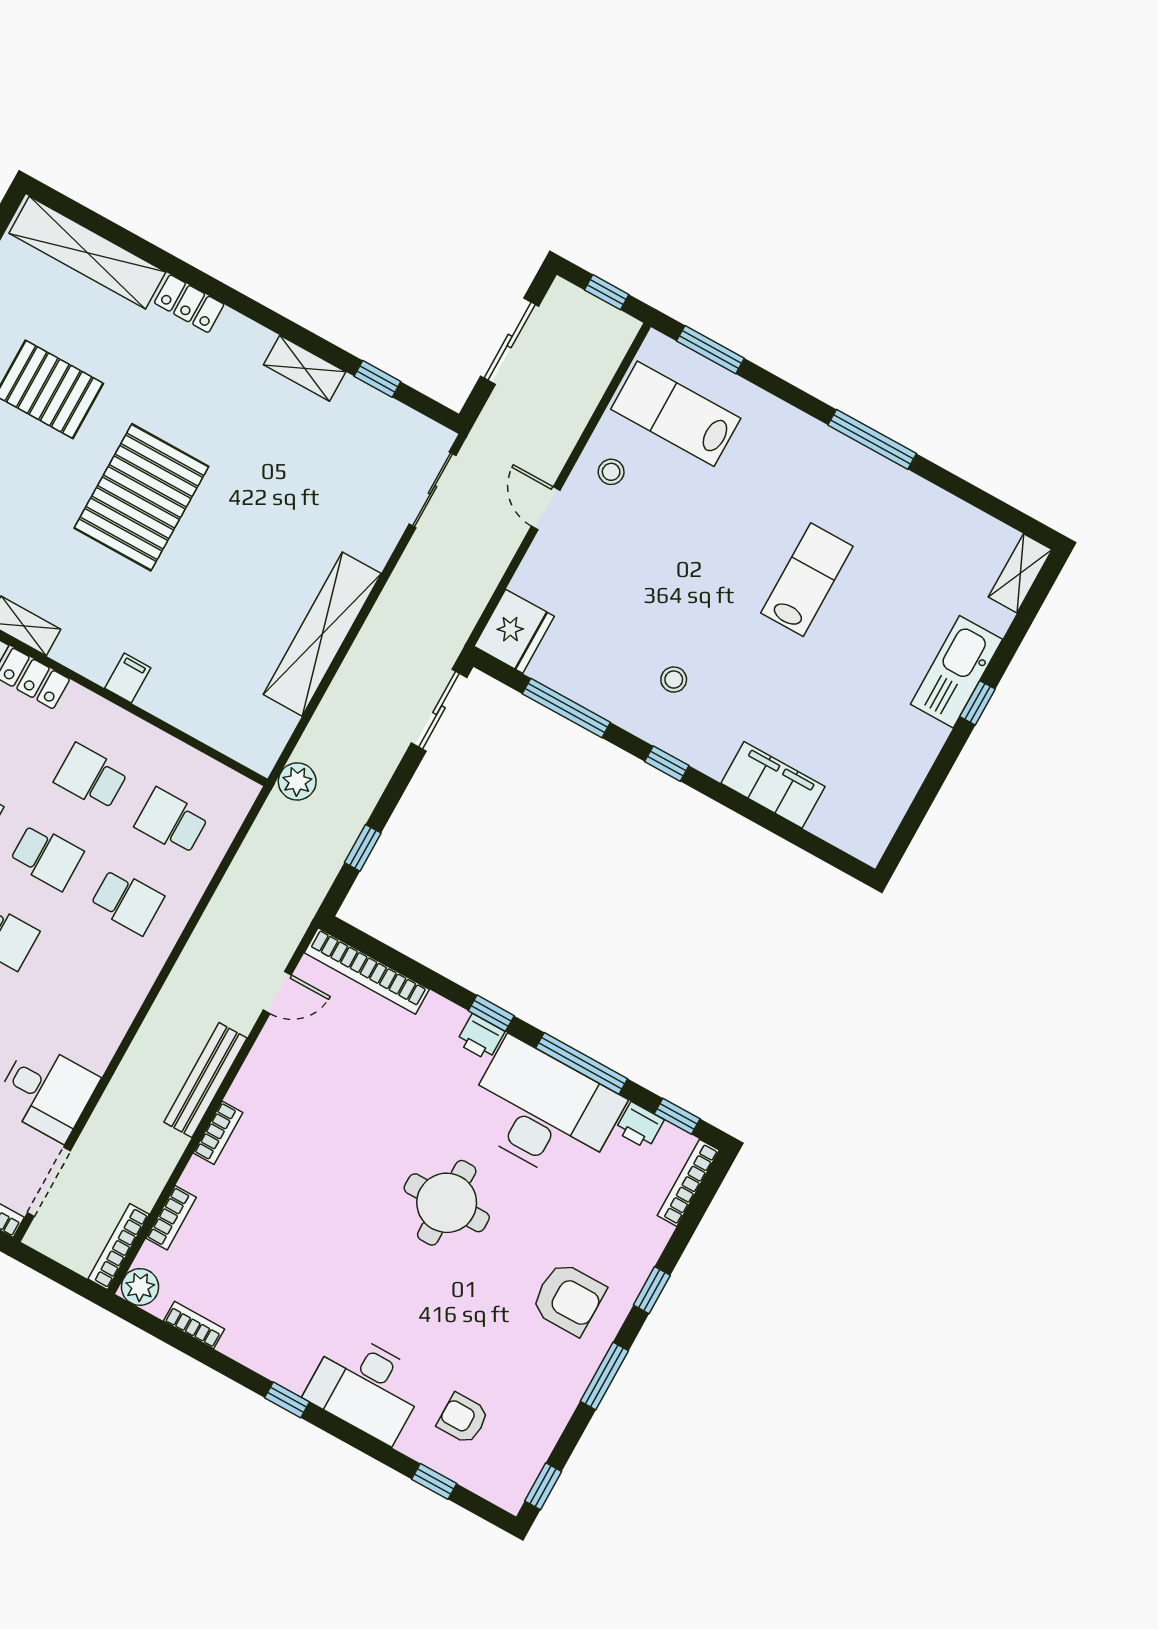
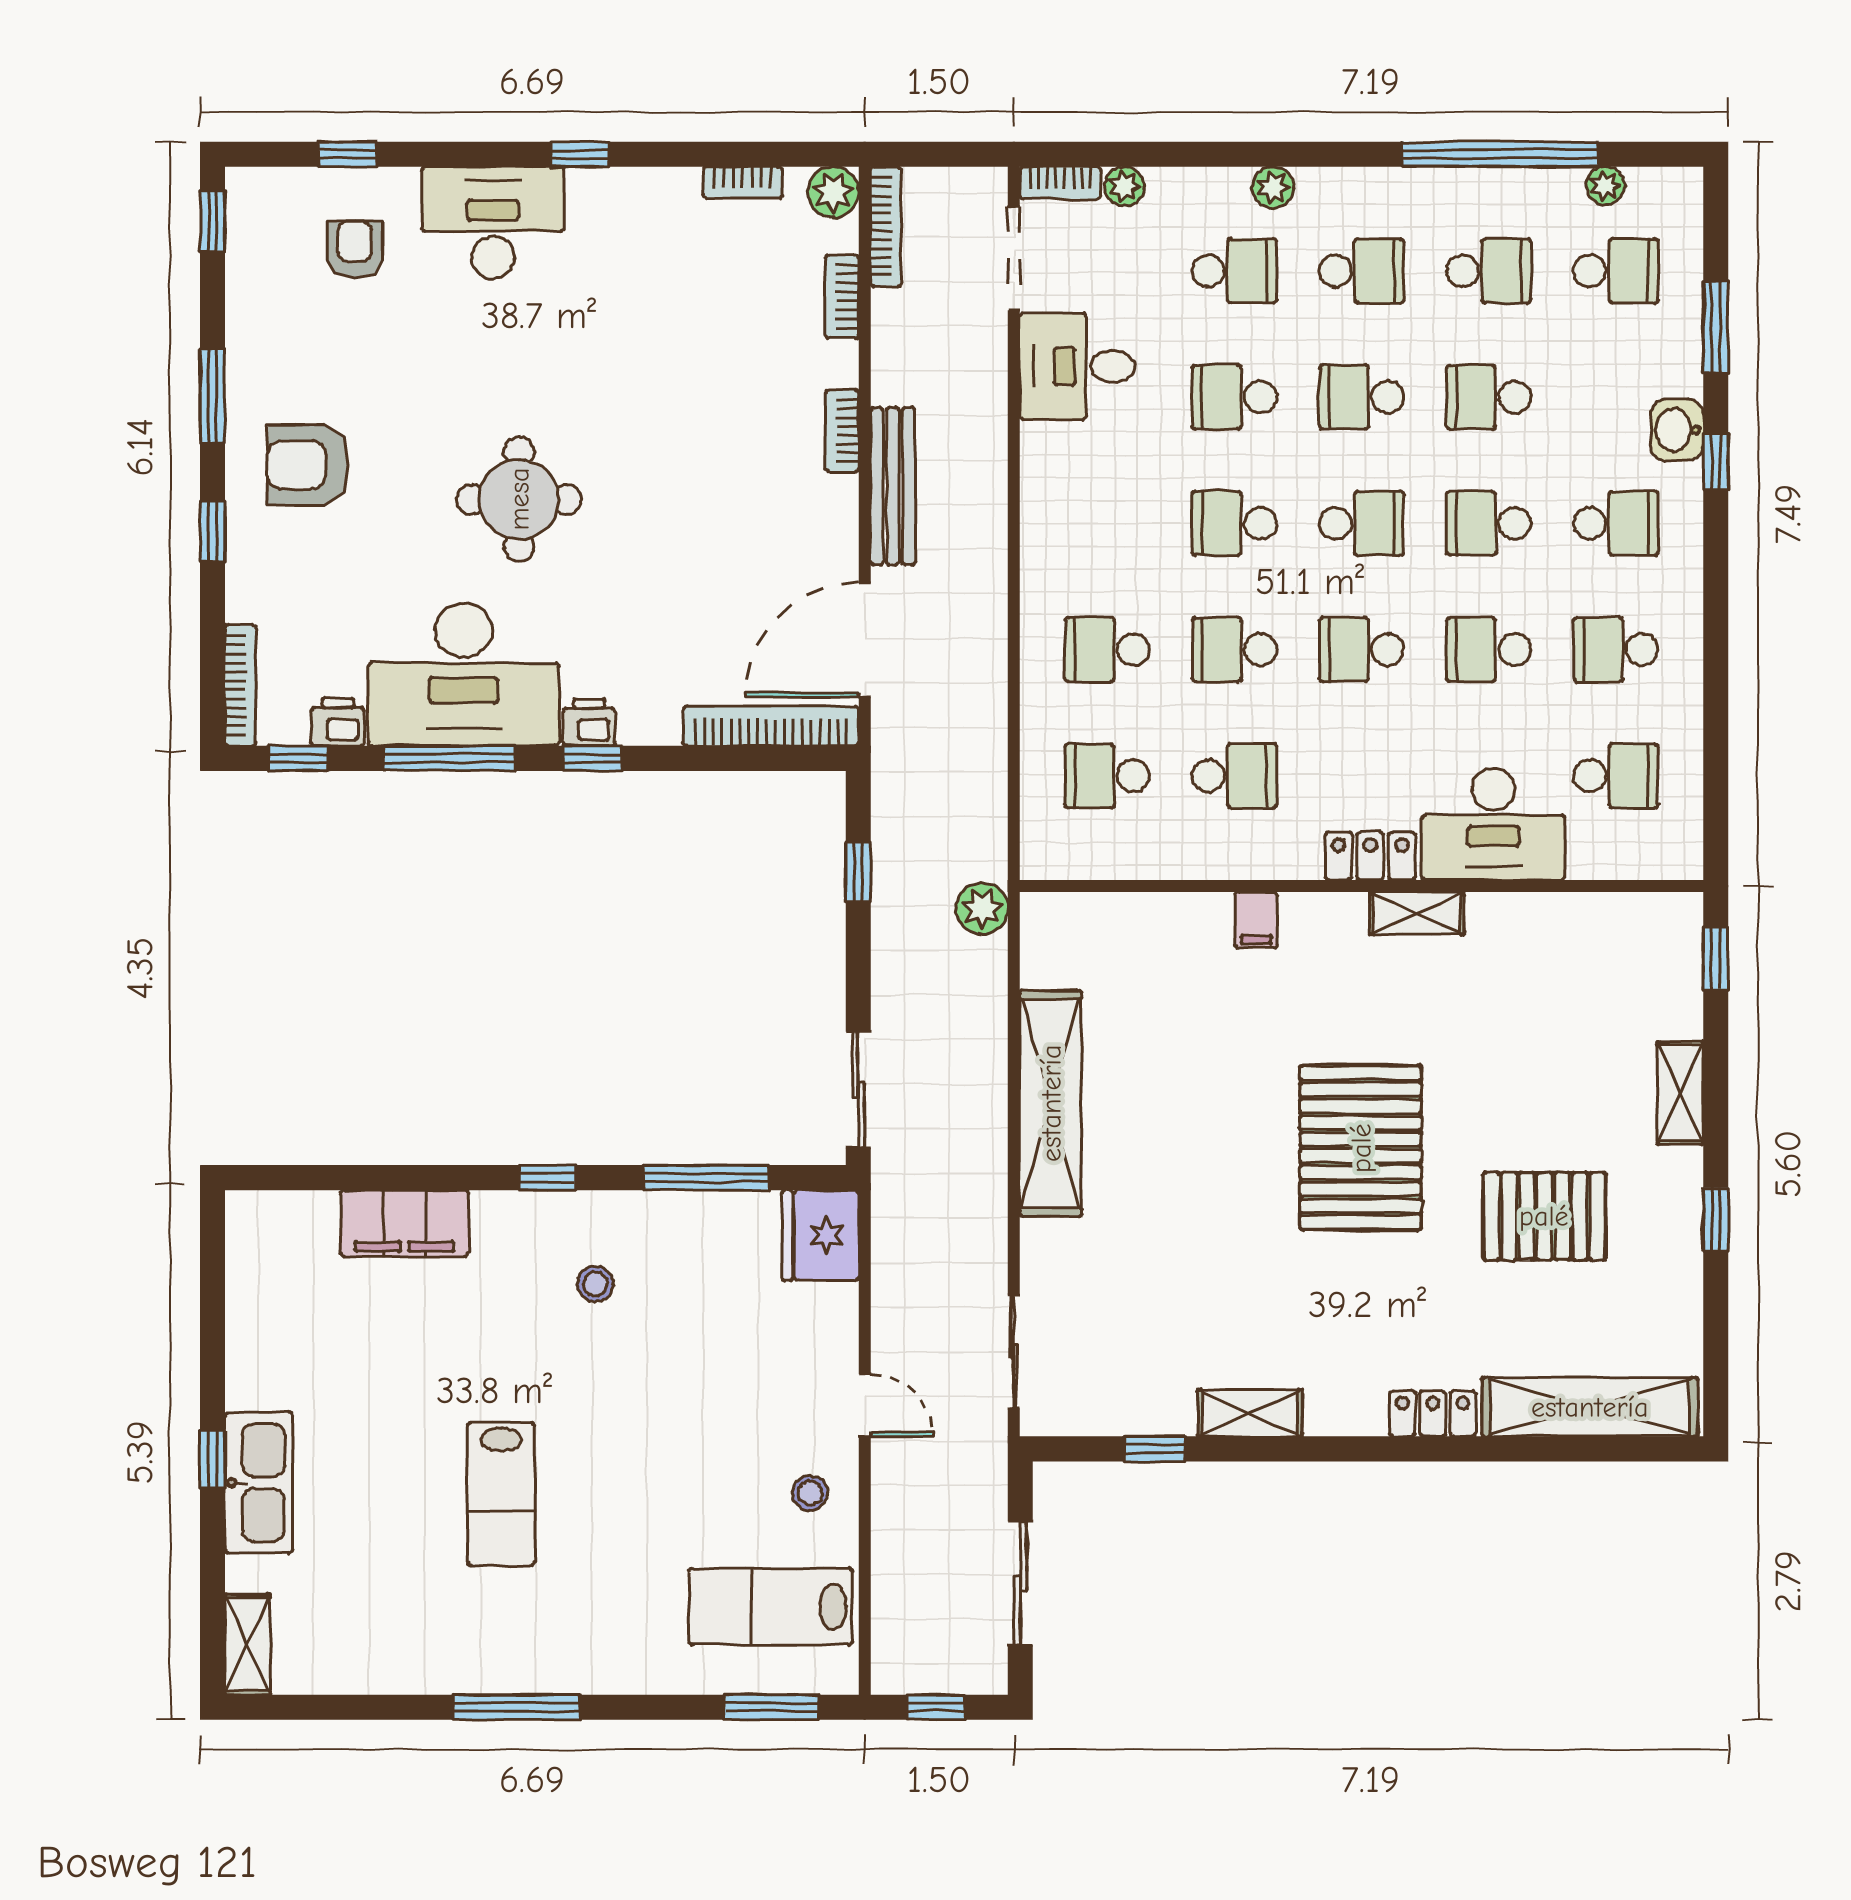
lab bench: (676, 414) -> (771, 1607), turned 180
school desk: (171, 821) -> (1107, 776), turned 180
door: (277, 992) -> (865, 640), width x1.87
armchair: (463, 1419) -> (355, 249), turned -90

